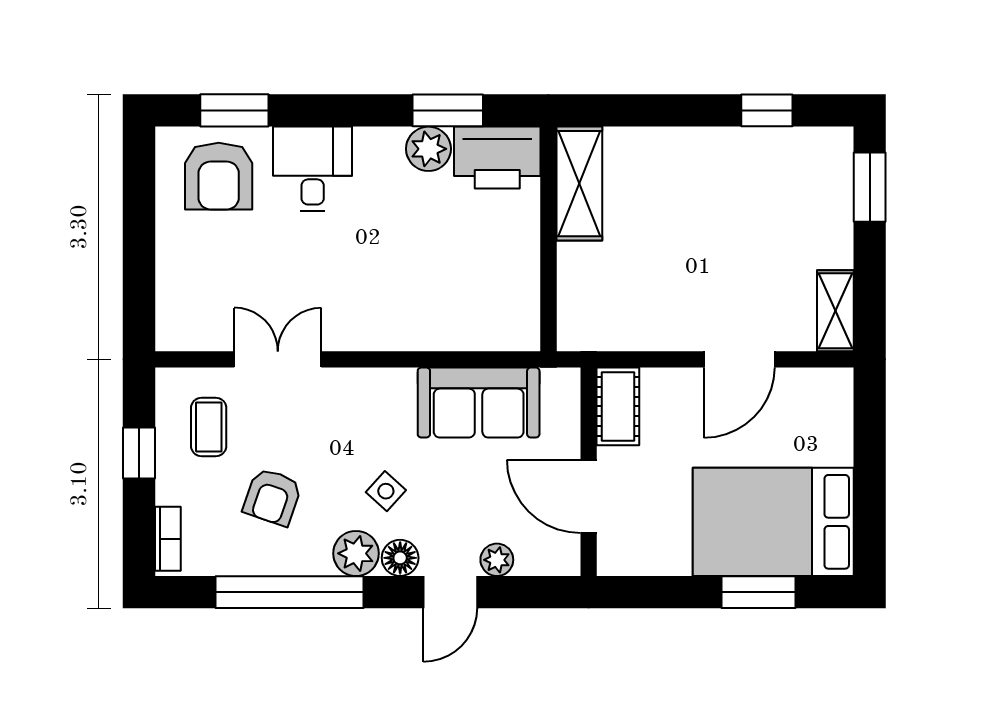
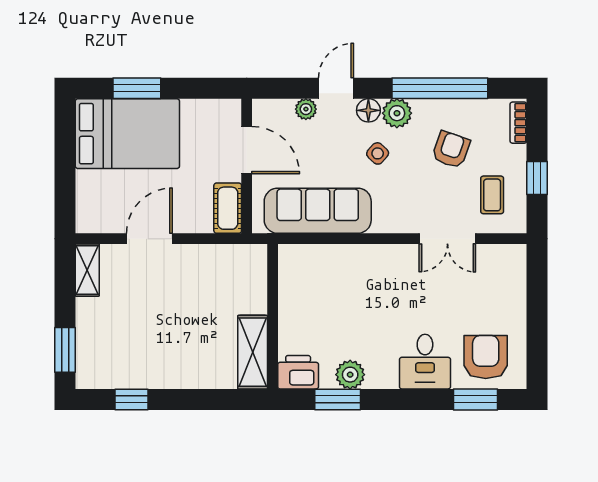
printer: (497, 158) -> (298, 372), width x0.73, depth x0.84
sofa: (479, 403) -> (318, 211), width x1.36

